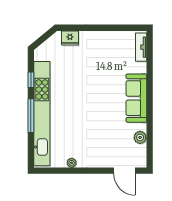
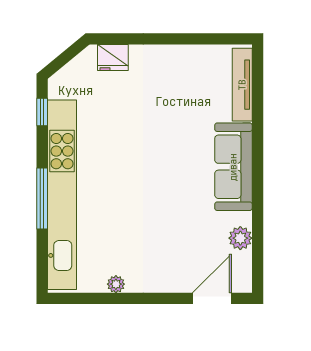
tv unit: (141, 47) -> (242, 85), width x1.41
window: (31, 80) -> (42, 112), moved
door: (124, 171) -> (212, 298), swing flipped

